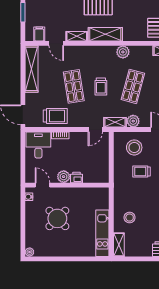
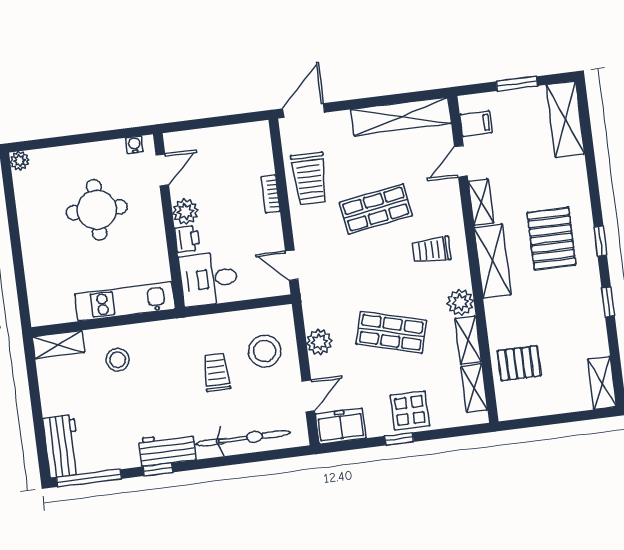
trolley: (101, 87) -> (431, 250), moved
shelving: (115, 122) -> (468, 340), moved
desk: (38, 145) -> (209, 279), moved, turned 180
round table: (57, 218) -> (97, 210), turned 45
kitchen unit: (102, 233) -> (125, 301), moved

